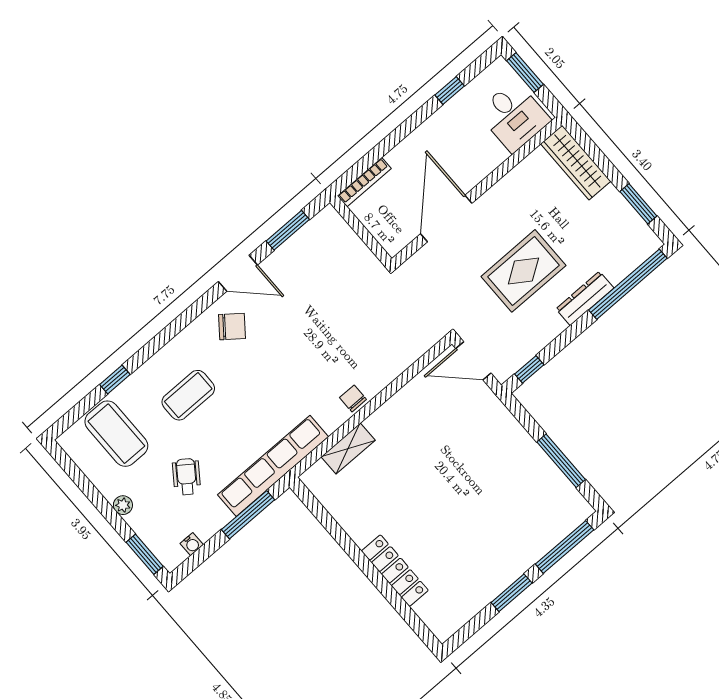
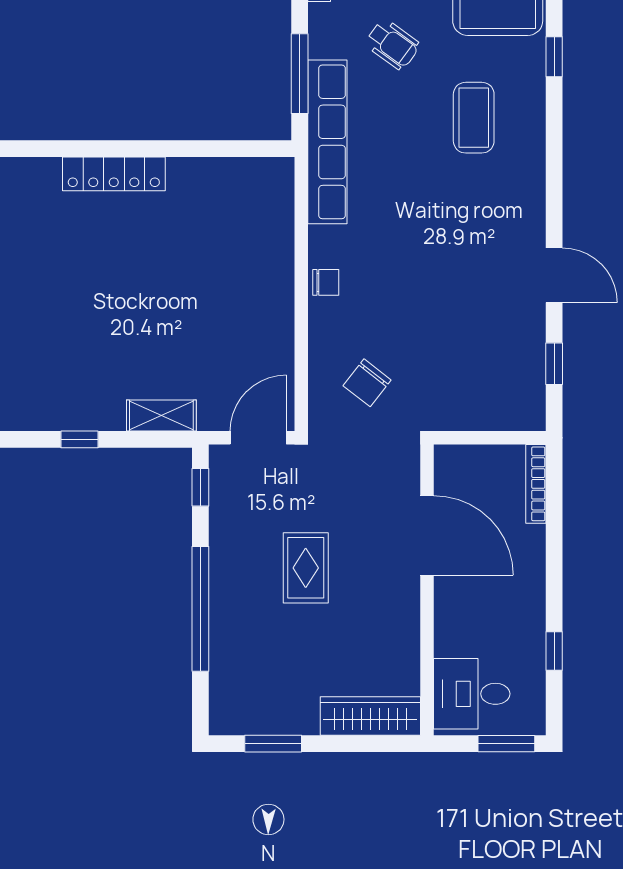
window: (288, 230) -> (554, 364), width x0.67
rug: (523, 271) -> (306, 568), width x0.73, depth x0.70
door: (238, 273) -> (554, 275), swing flipped
window: (628, 284) -> (200, 609), moved
dresser: (585, 298) -> (224, 606), removed
chair: (232, 327) -> (367, 383), moved
shelving: (348, 449) -> (161, 416), moved, turned 90
window: (561, 461) -> (80, 439), width x0.46

